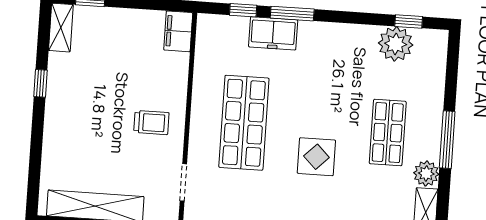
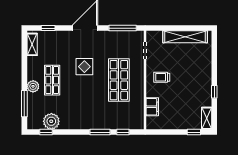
filing cabinet: (178, 31) -> (152, 107), moved
freezer: (273, 33) -> (108, 122), removed
window: (447, 140) -> (24, 104), moved
plant: (426, 173) -> (33, 86), moved

